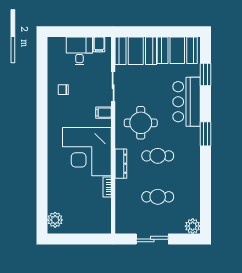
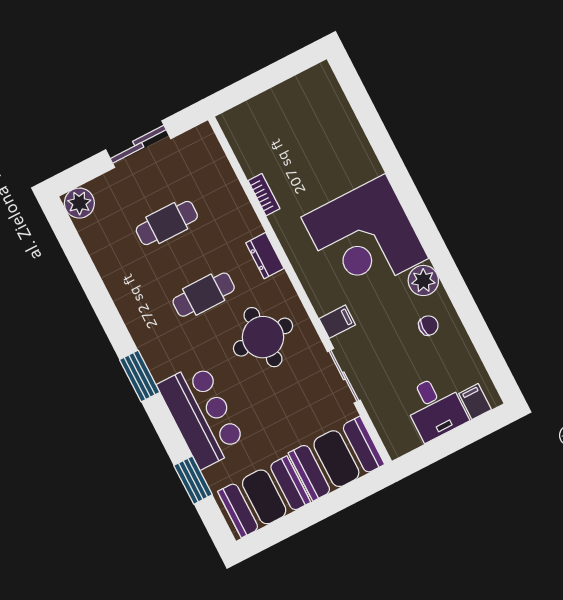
filing cabinet: (99, 44) -> (475, 402), moved
corner desk: (87, 152) -> (365, 238), moved, turned 180
dresser: (121, 164) -> (265, 256), width x0.70
plant: (55, 220) -> (423, 281), moved

